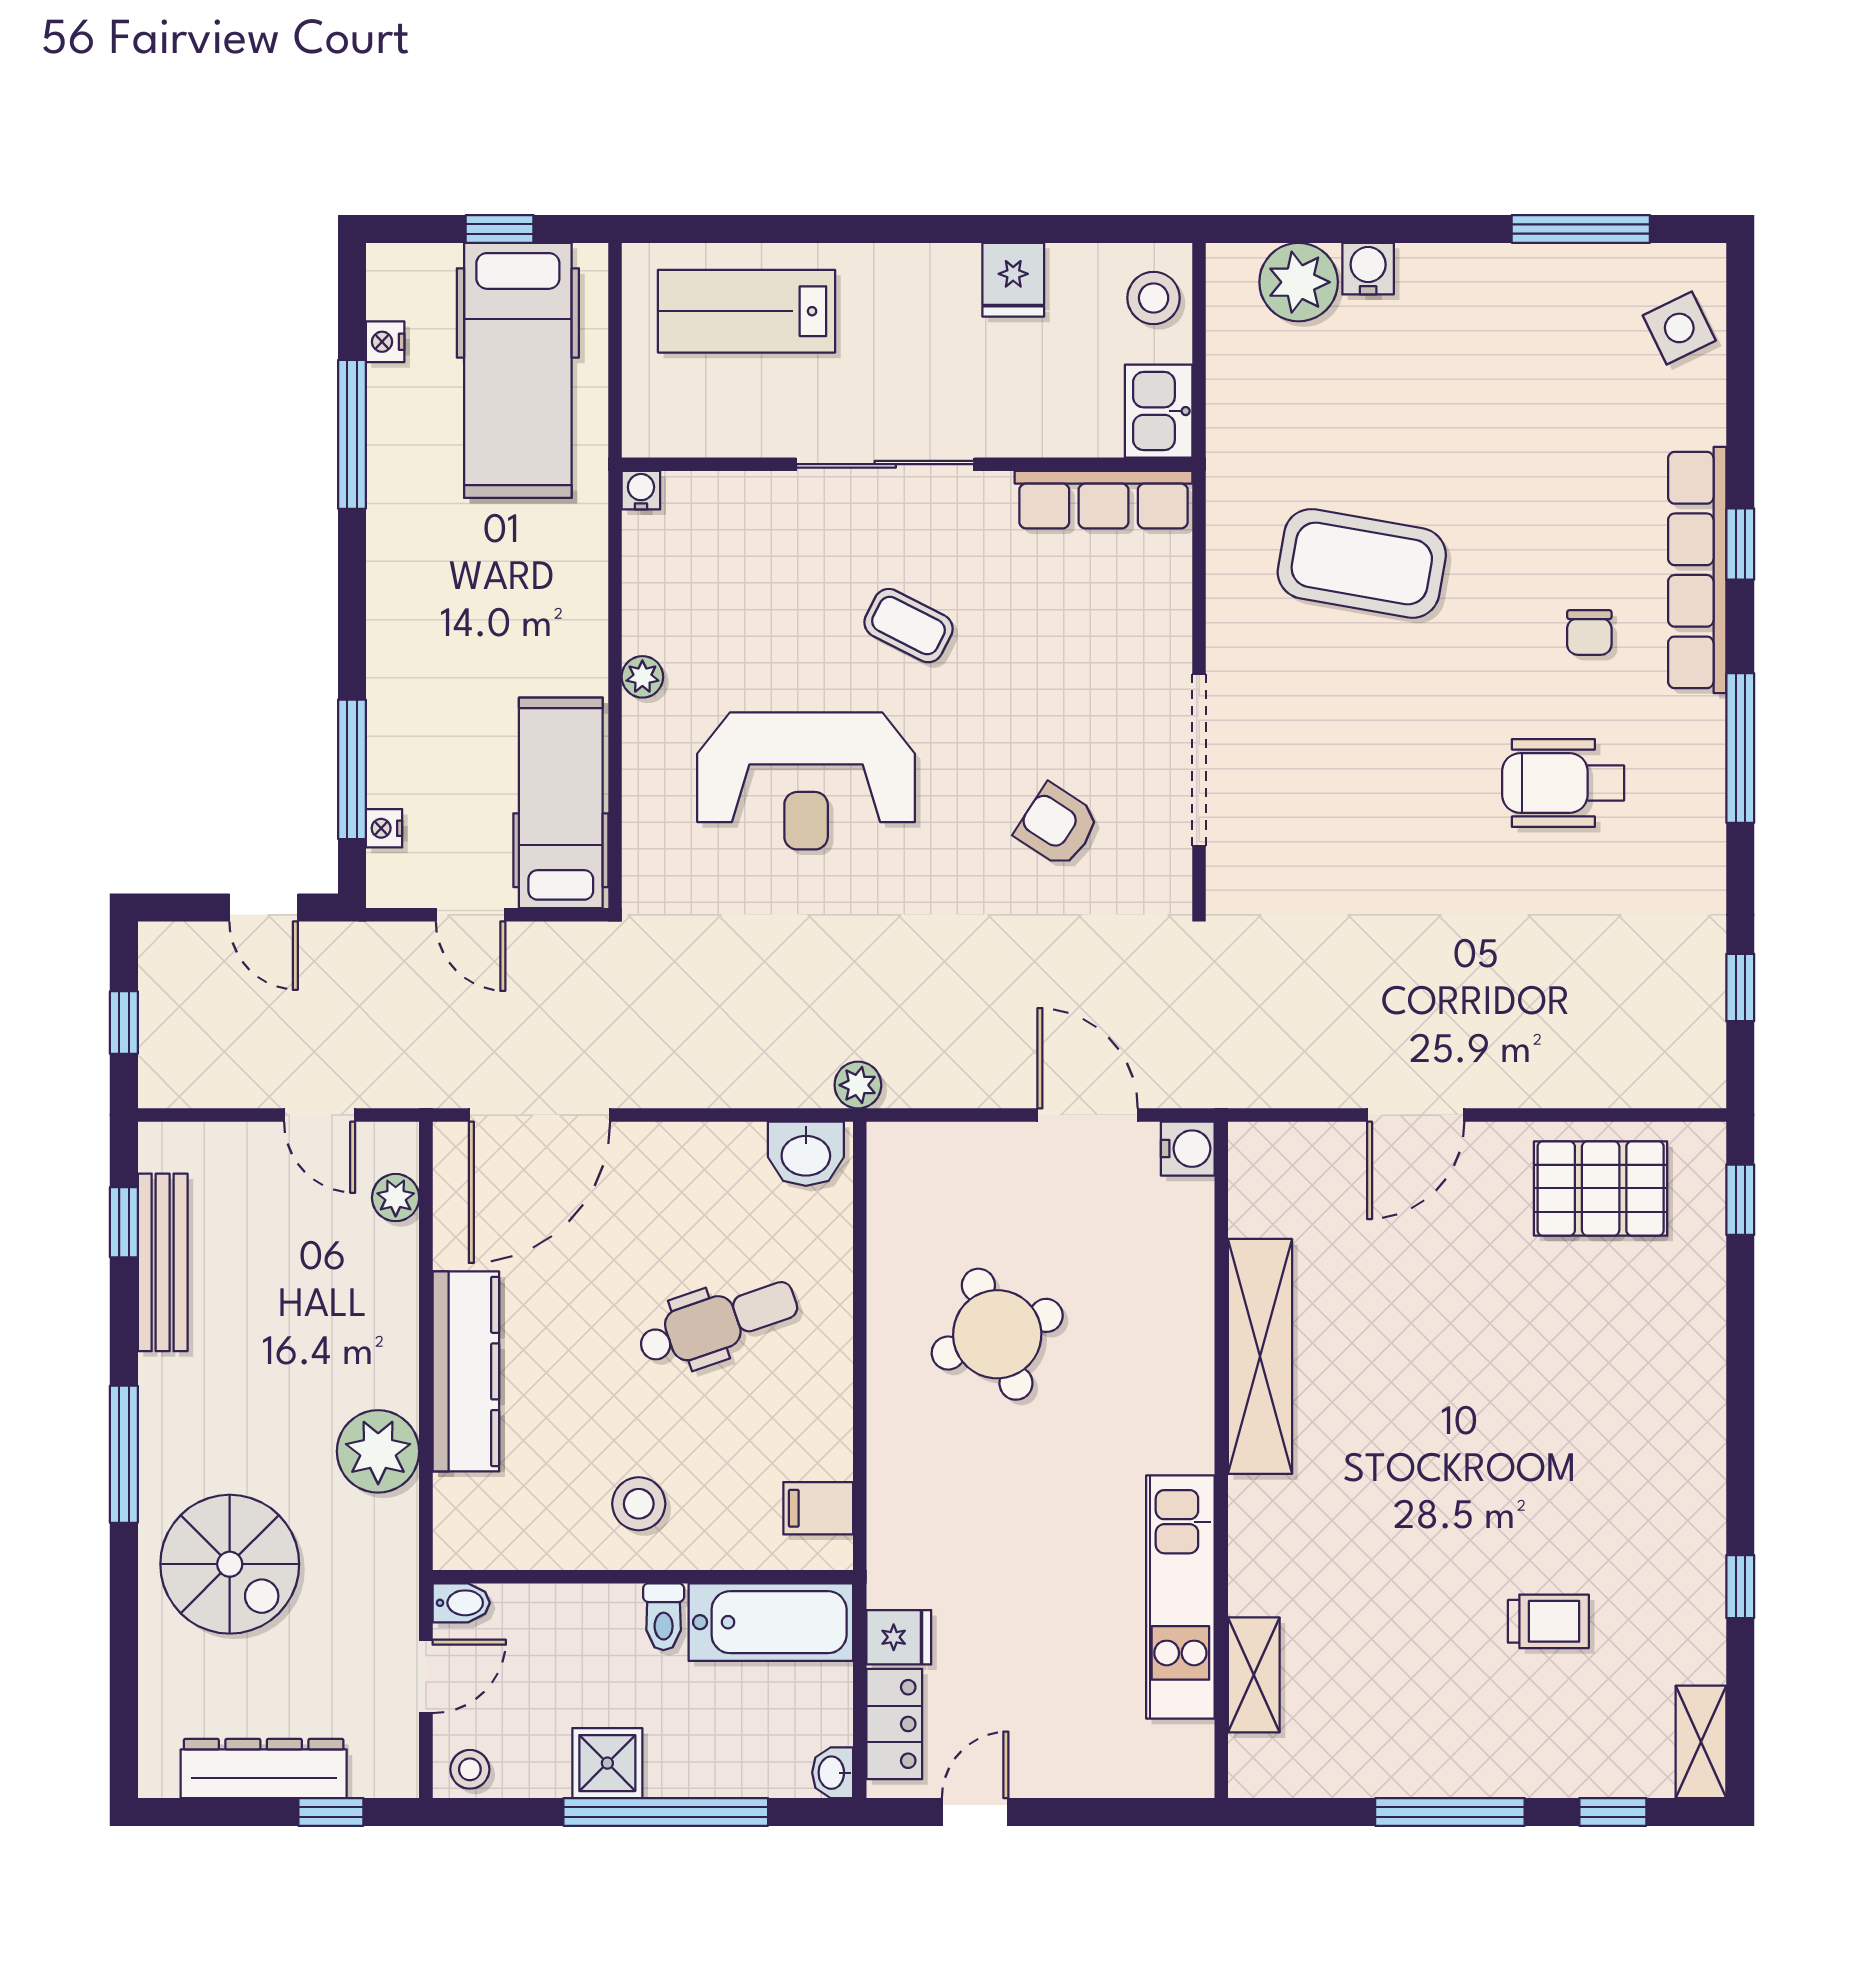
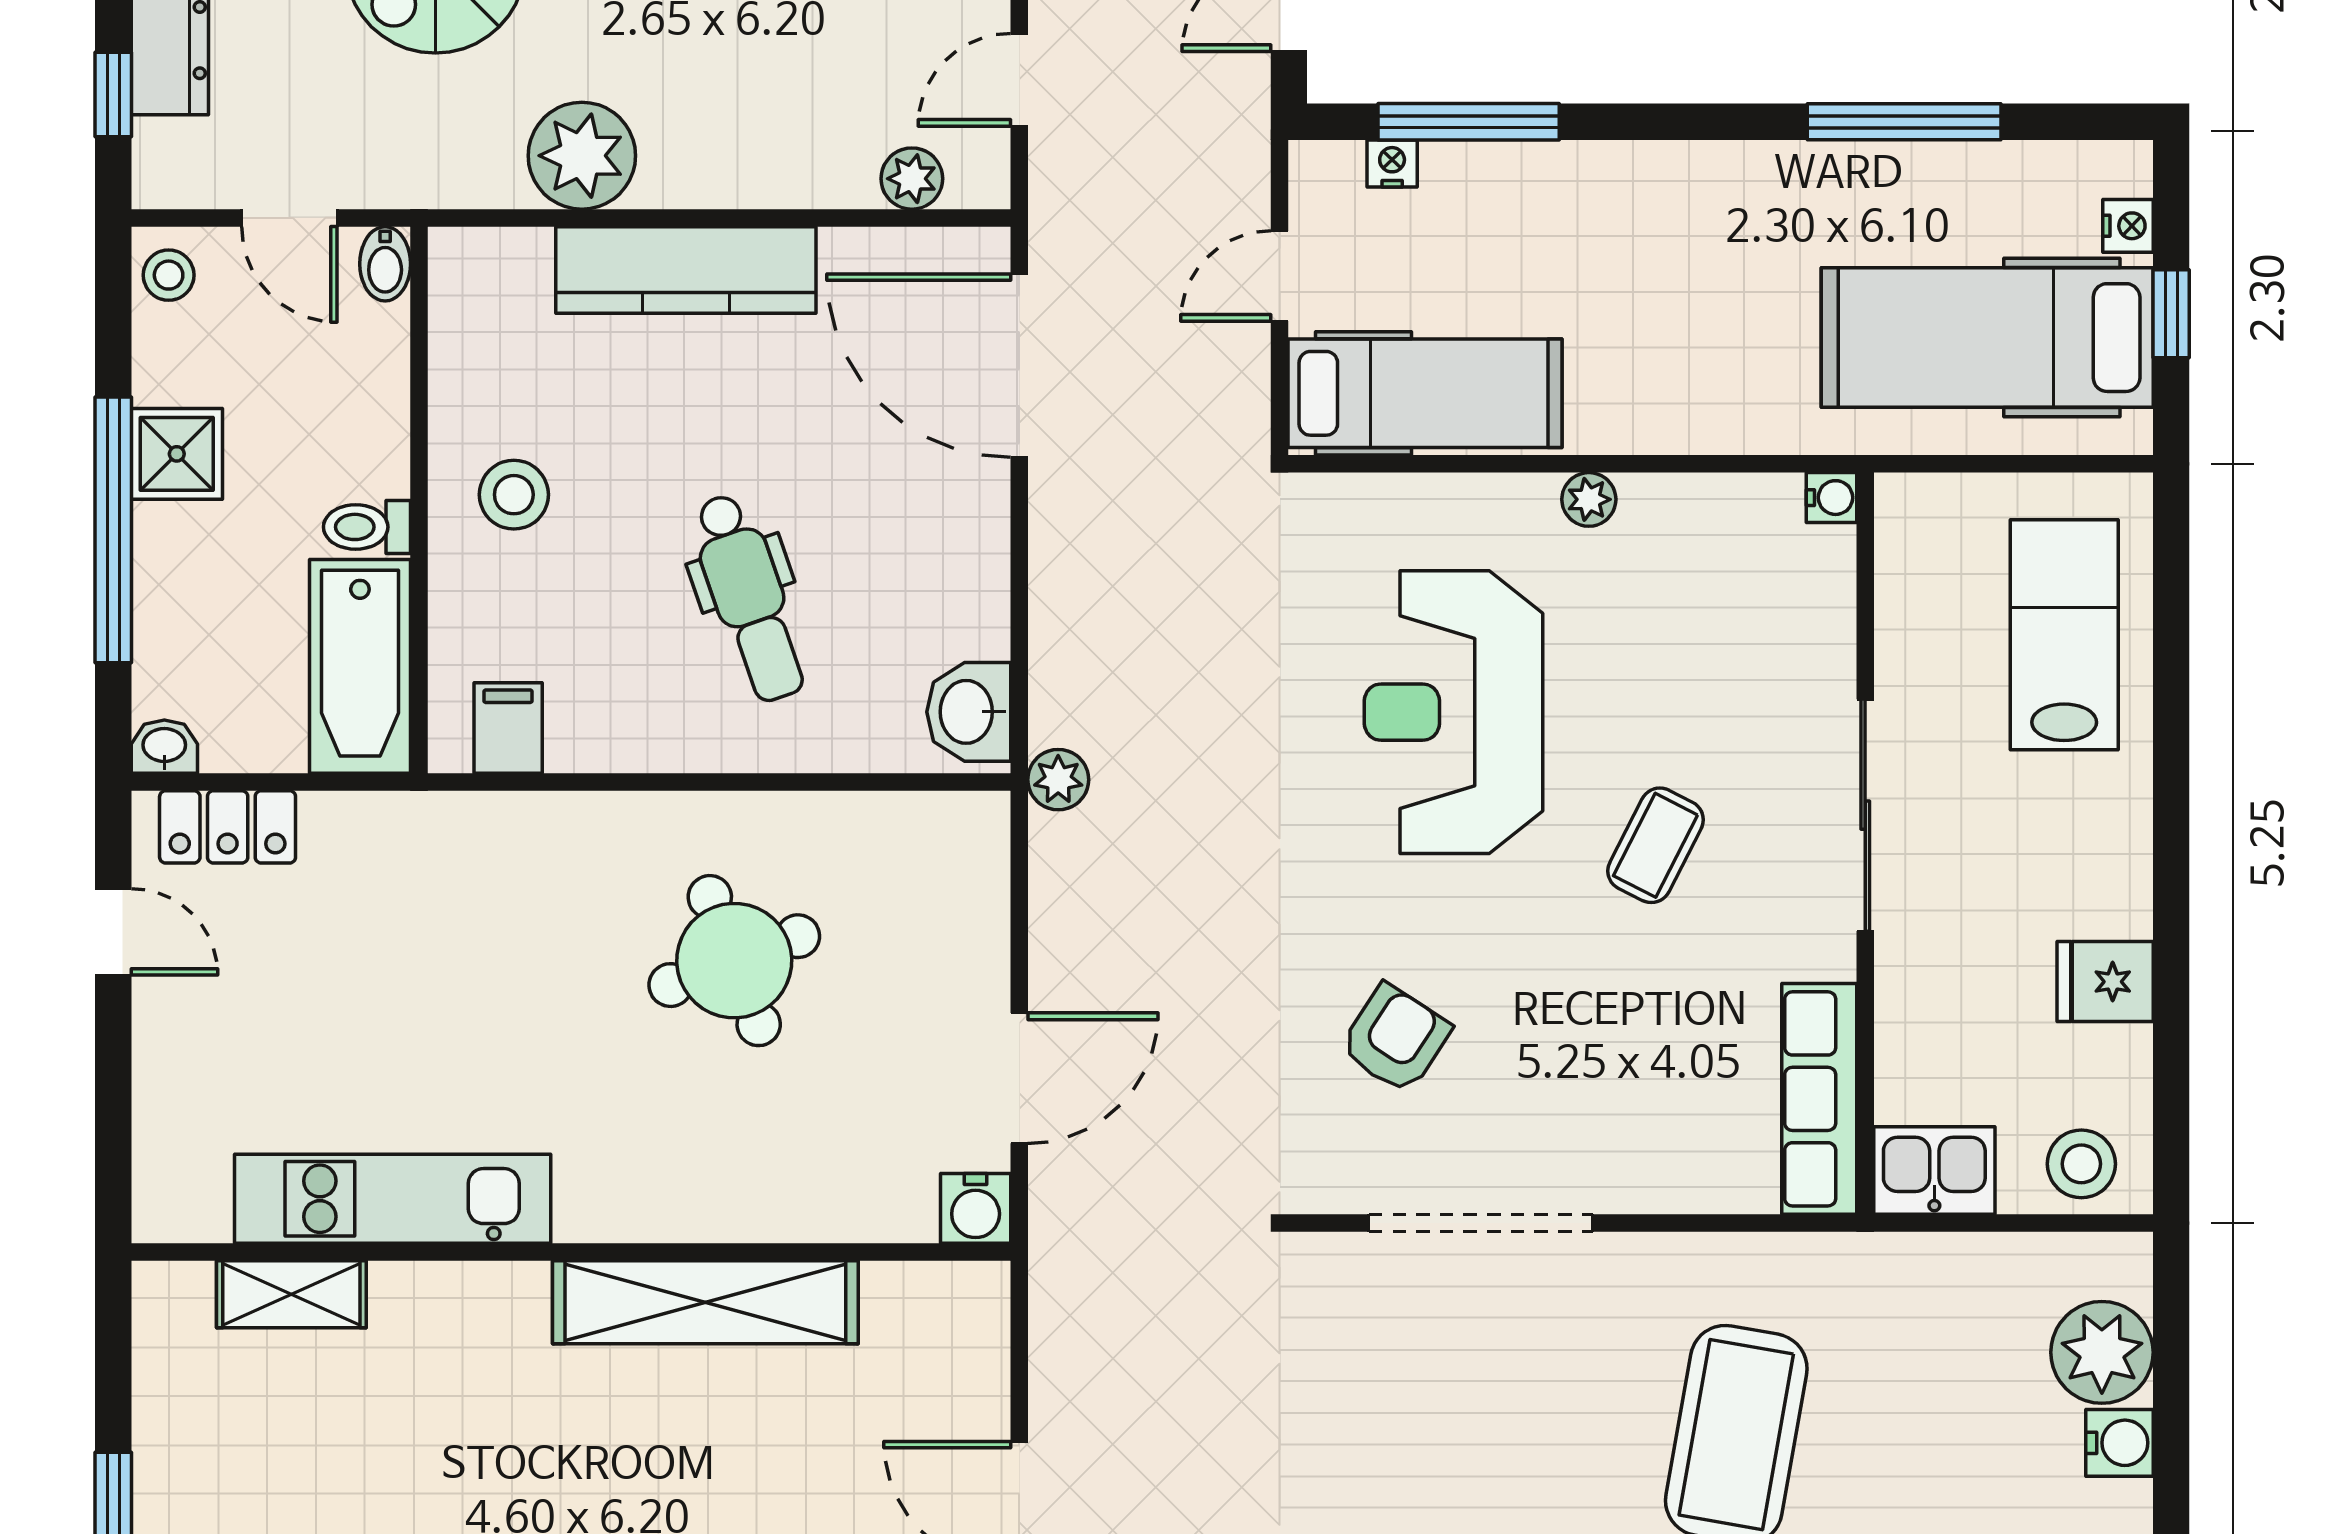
nightstand: (385, 342) -> (2128, 226), moved, turned 90
fridge: (899, 1637) -> (340, 833), removed

